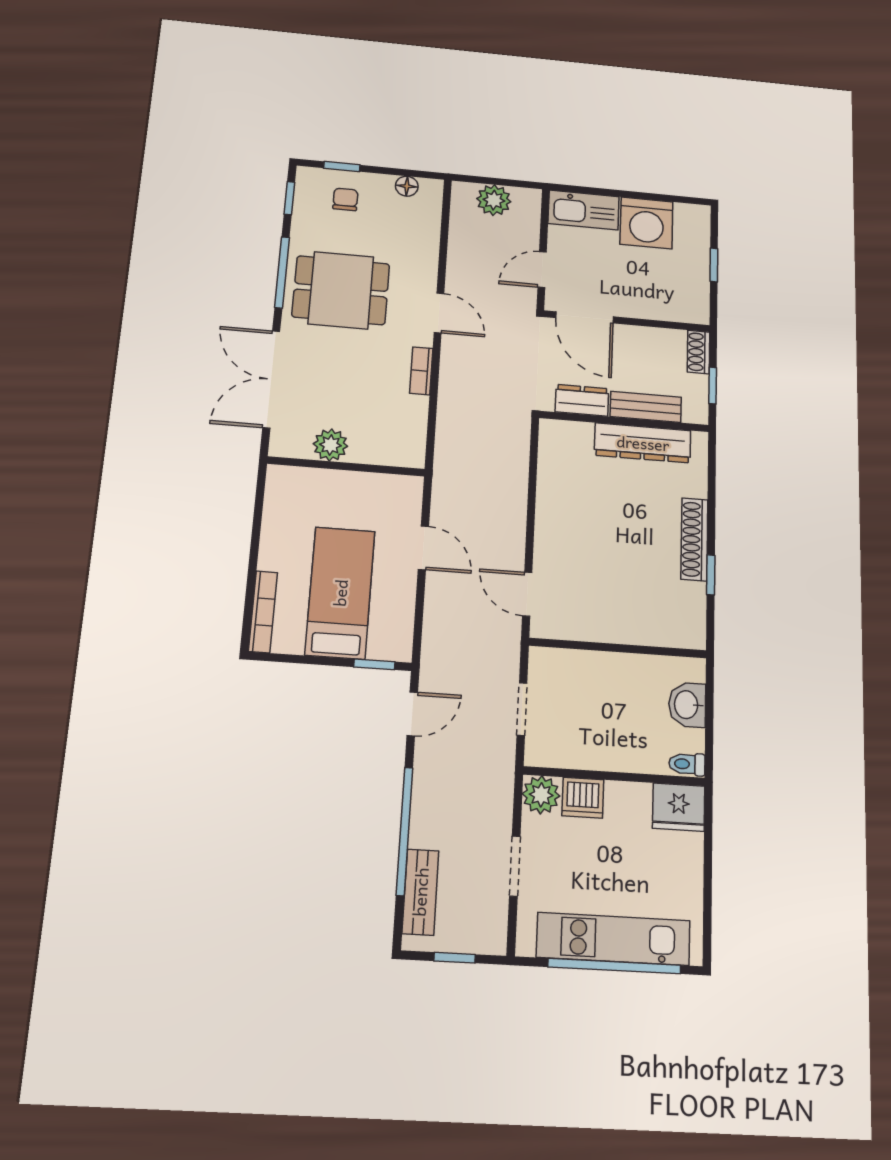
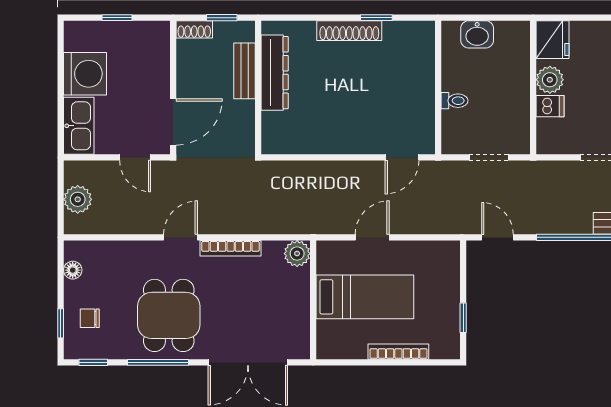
bookcase: (421, 371) -> (231, 248), width x1.56
dresser: (582, 400) -> (243, 121), removed
plant: (330, 445) -> (297, 254), moved
bed: (340, 593) -> (365, 297), moved, turned 180
bookcase: (263, 612) -> (398, 352), moved
window: (374, 664) -> (463, 318), moved
toilet: (687, 764) -> (454, 101), moved, turned -90
plant: (541, 795) -> (550, 80), moved
dishwasher: (583, 798) -> (550, 106), width x0.73

